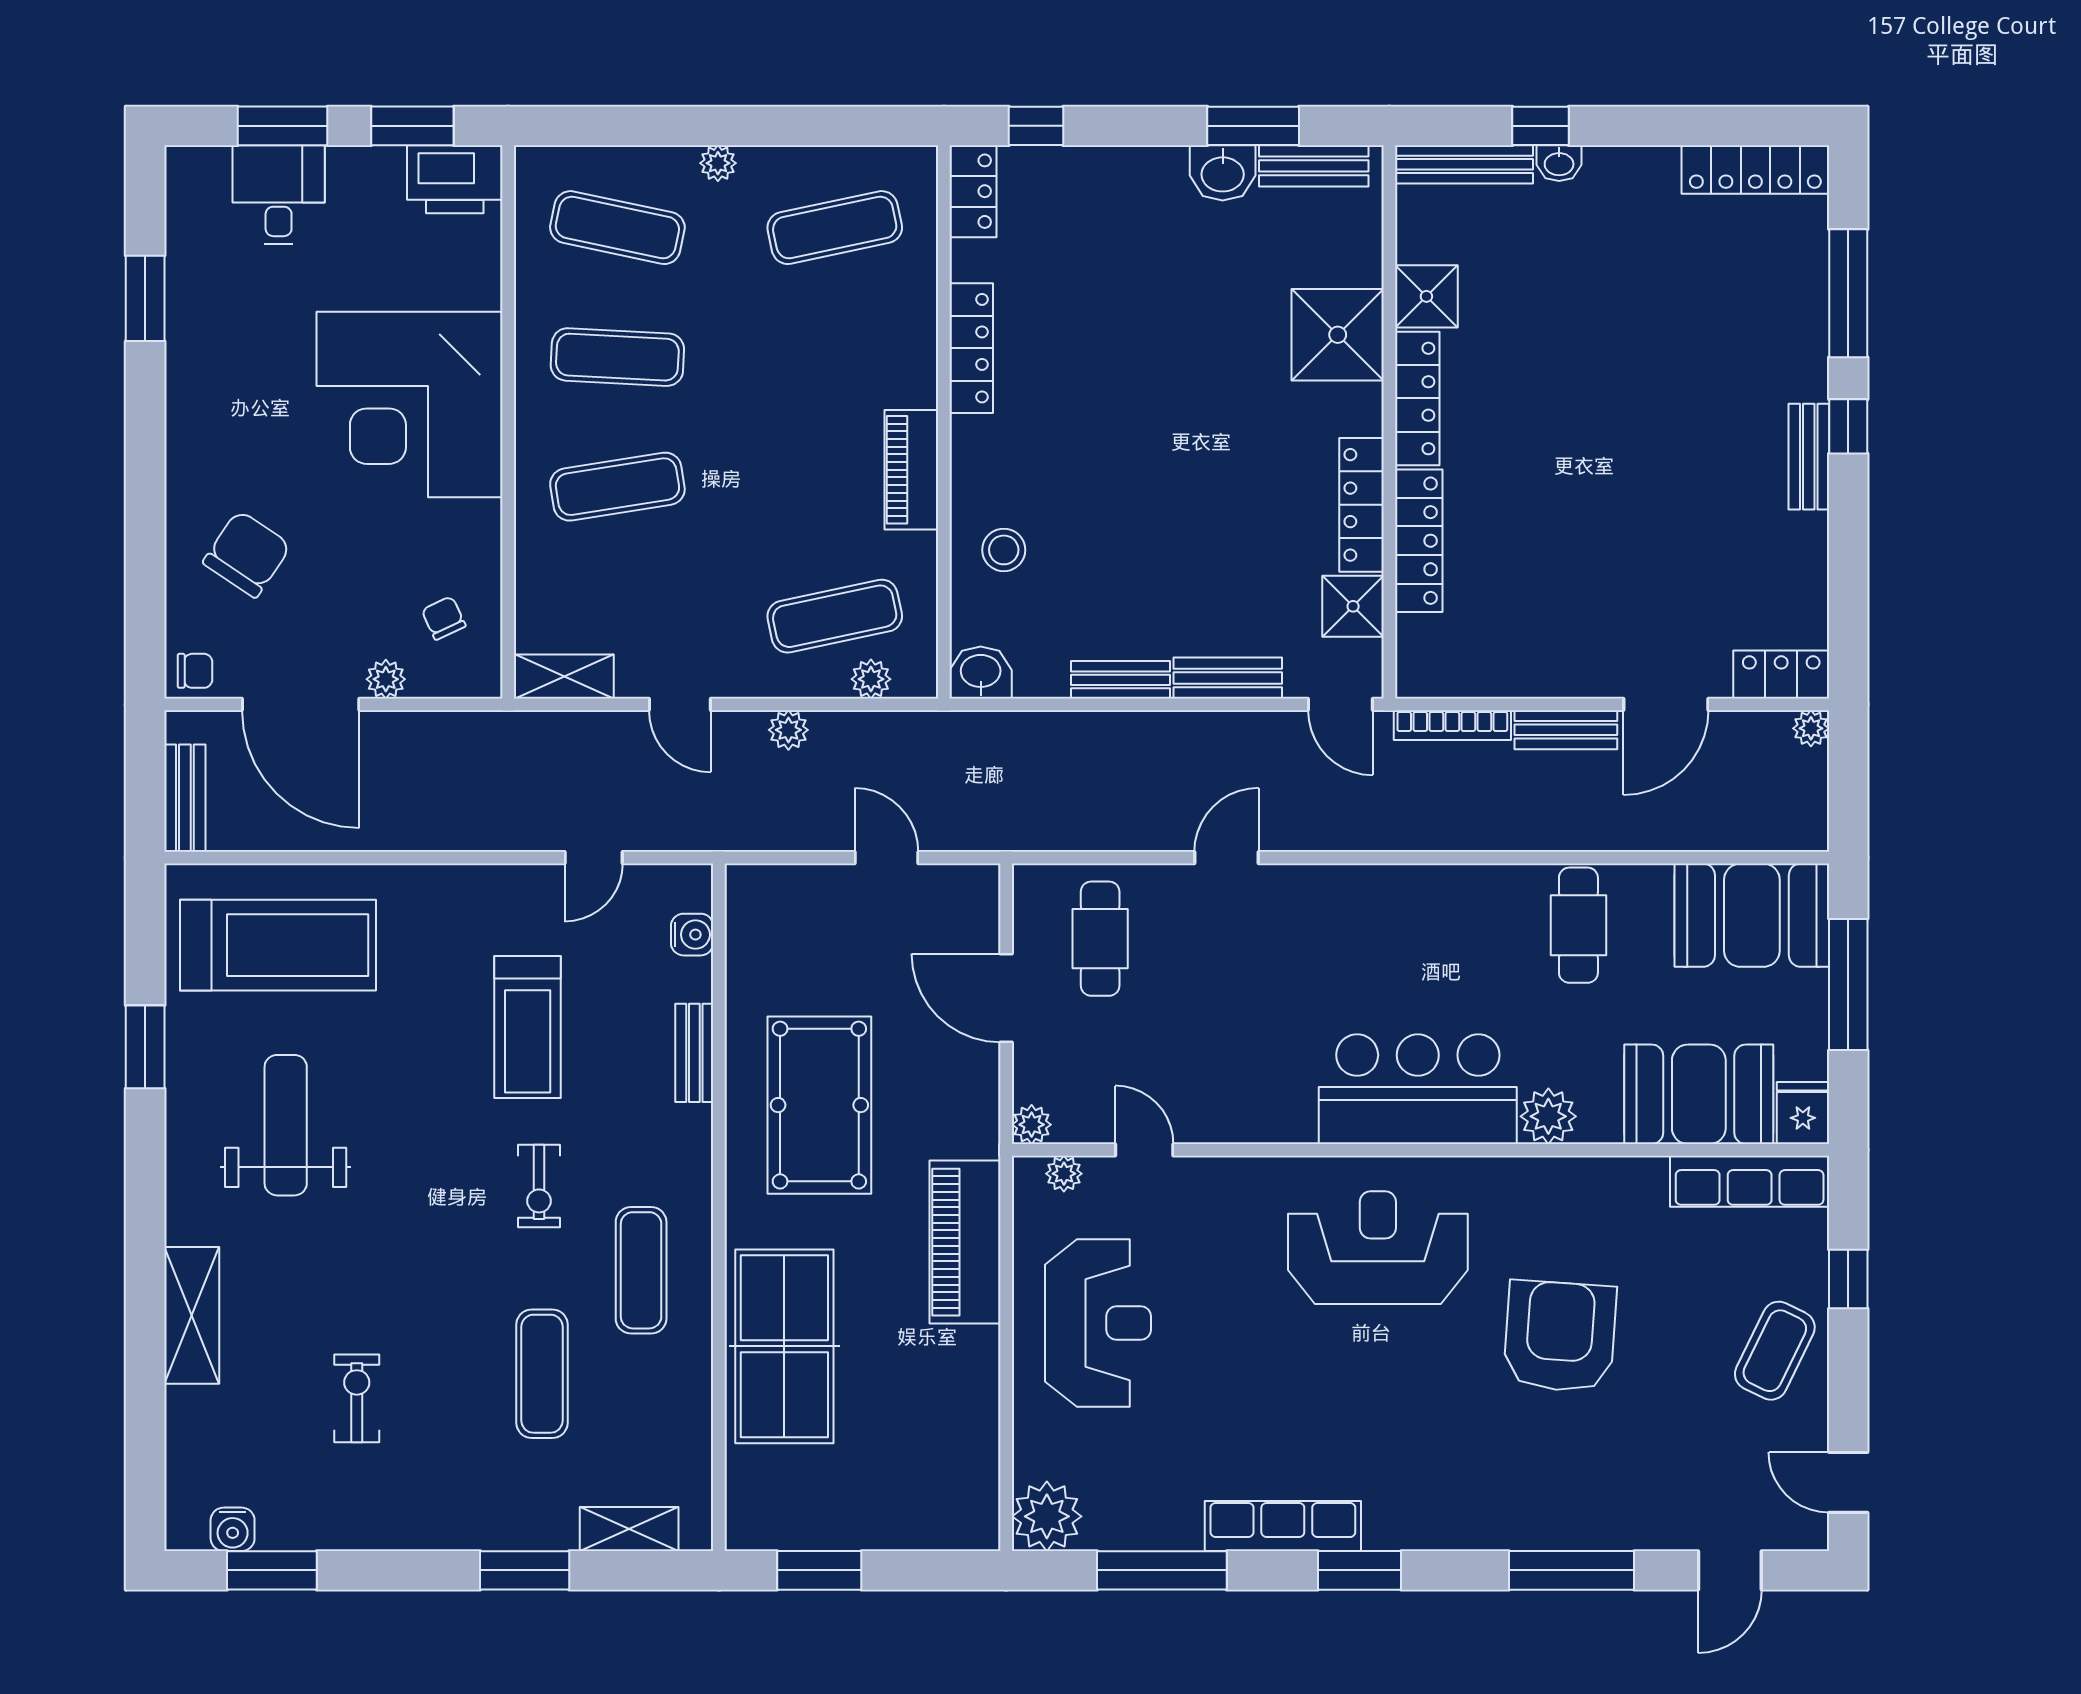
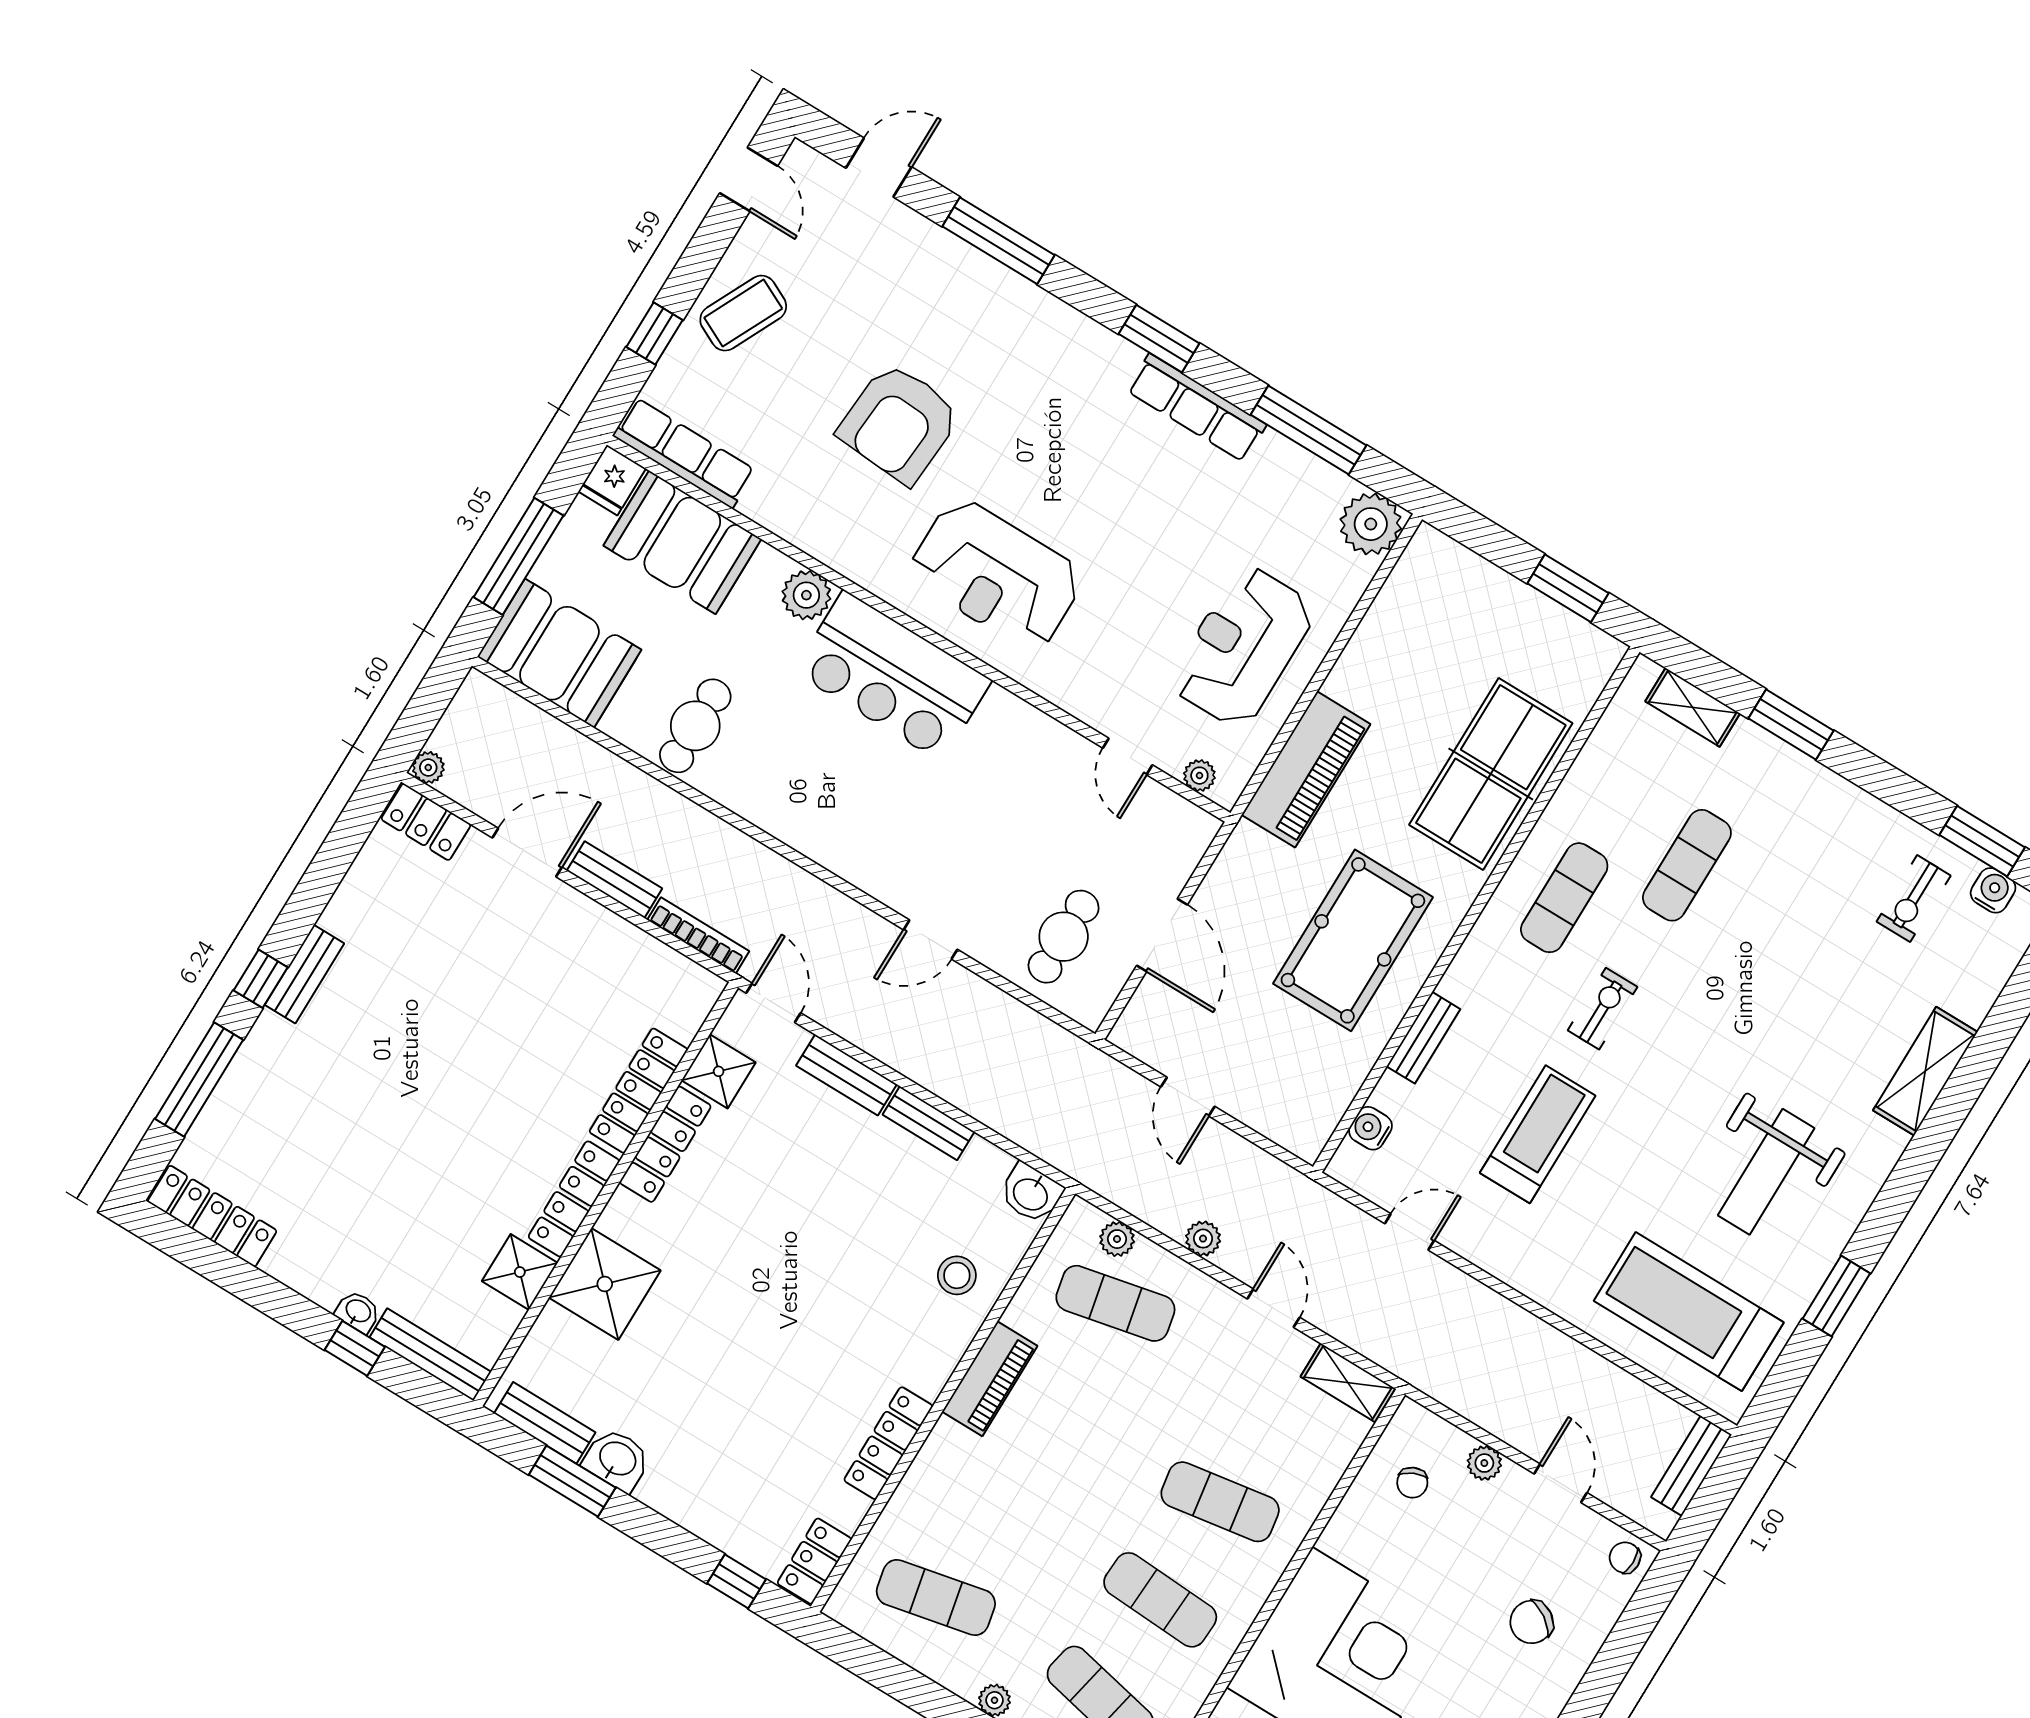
chair: (247, 554) -> (1532, 1622), width x0.73, depth x0.73
door: (301, 704) -> (1560, 1483), width x0.53
plant: (1032, 1125) -> (1201, 828), removed
exercise bike: (357, 1398) -> (1914, 899), moved

